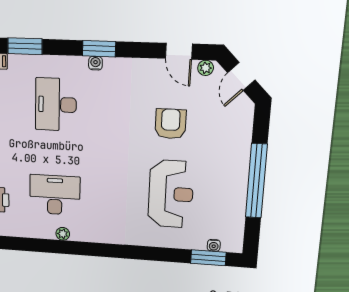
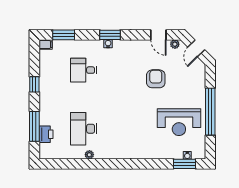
desk: (56, 104) -> (84, 70), width x0.73
reception desk: (171, 194) -> (179, 122), moved, turned 90
desk: (55, 195) -> (84, 129), turned -90

